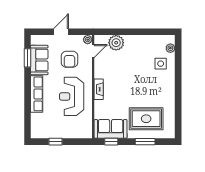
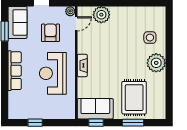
plant: (170, 48) -> (156, 63), moved, width x1.87, depth x1.87
armchair: (69, 59) -> (50, 33), turned 180
sofa: (39, 60) -> (18, 22), moved
rug: (146, 119) -> (134, 98), turned 90

